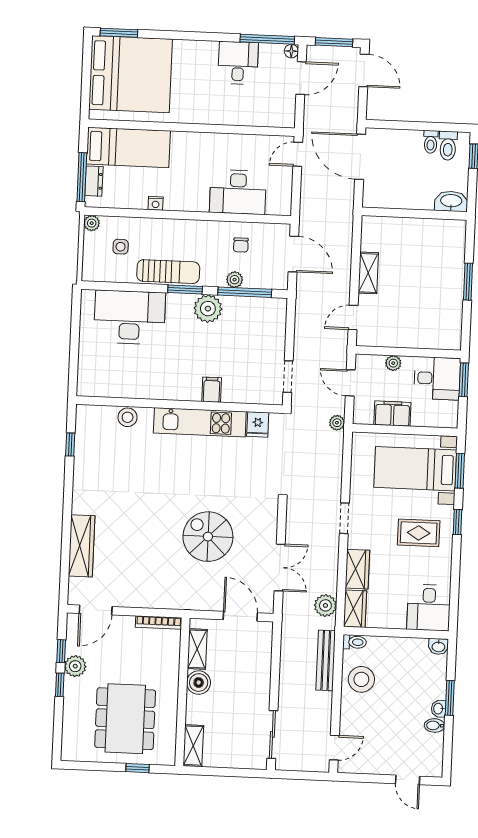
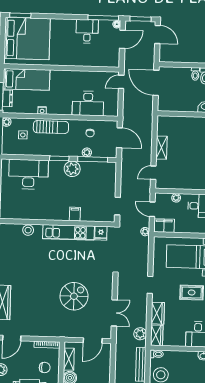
sun lounger: (168, 272) -> (51, 127), moved
filing cabinet: (392, 414) -> (164, 226), moved
spiral stairs: (208, 537) -> (74, 296), turned 90
door: (240, 616) -> (93, 340), swing flipped
chair: (154, 663) -> (45, 367), added

